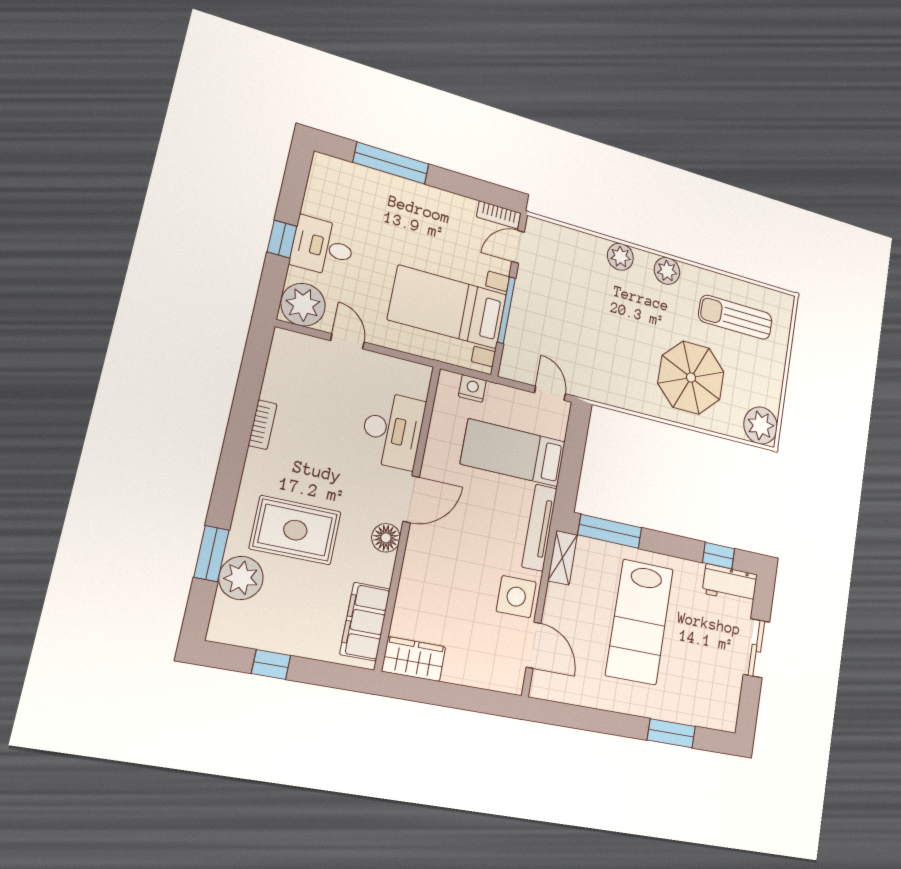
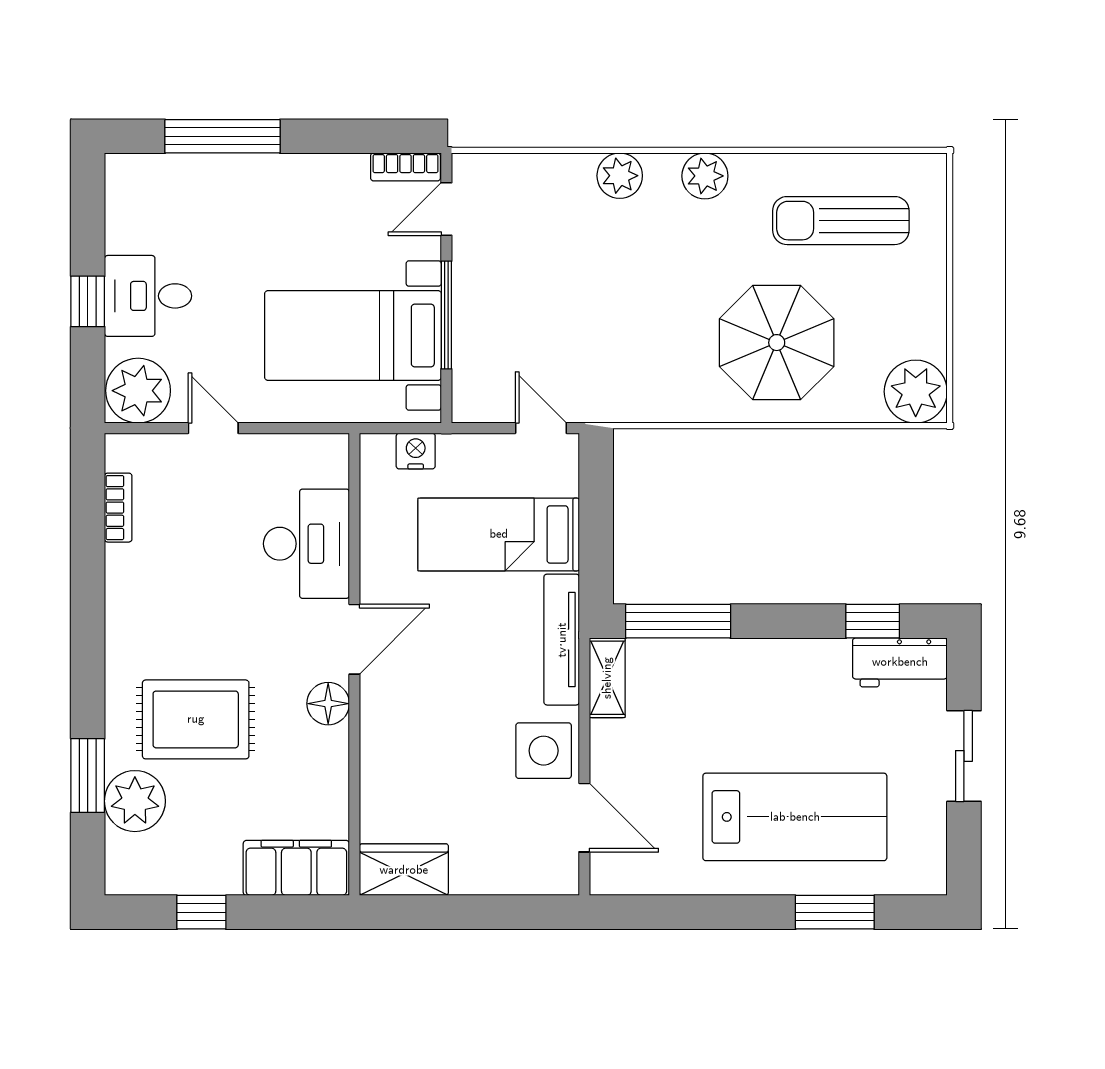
bookcase: (263, 425) -> (118, 508), moved
filing cabinet: (365, 622) -> (296, 868), moved, turned 90
lab bench: (640, 622) -> (795, 817), moved, turned -90

